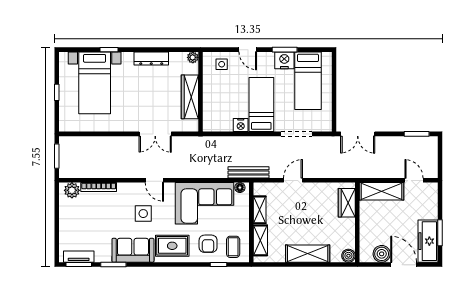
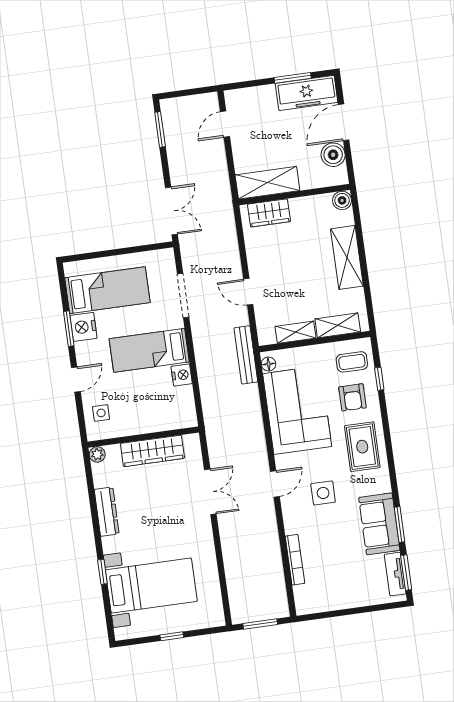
plant: (72, 190) -> (305, 596), removed
shelving: (382, 191) -> (267, 183), moved, turned 90
armchair: (208, 244) -> (352, 397), turned 90
sofa: (133, 250) -> (379, 524), moved

